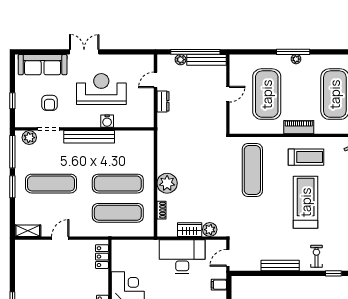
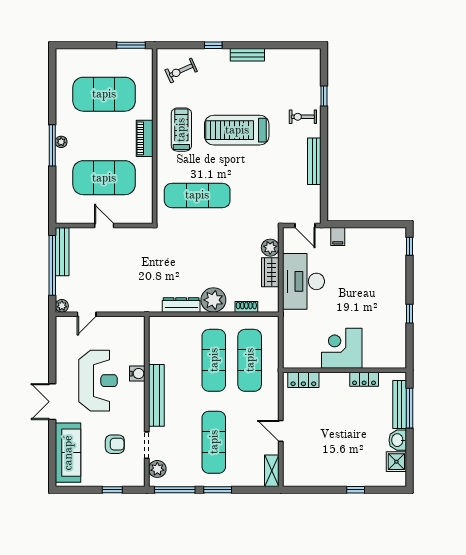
plant: (180, 60) -> (62, 306), moved
door: (156, 80) -> (87, 314), hinge flipped
reception desk: (101, 89) -> (98, 381), turned 180
dresser: (163, 101) -> (181, 305), moved, width x1.44

